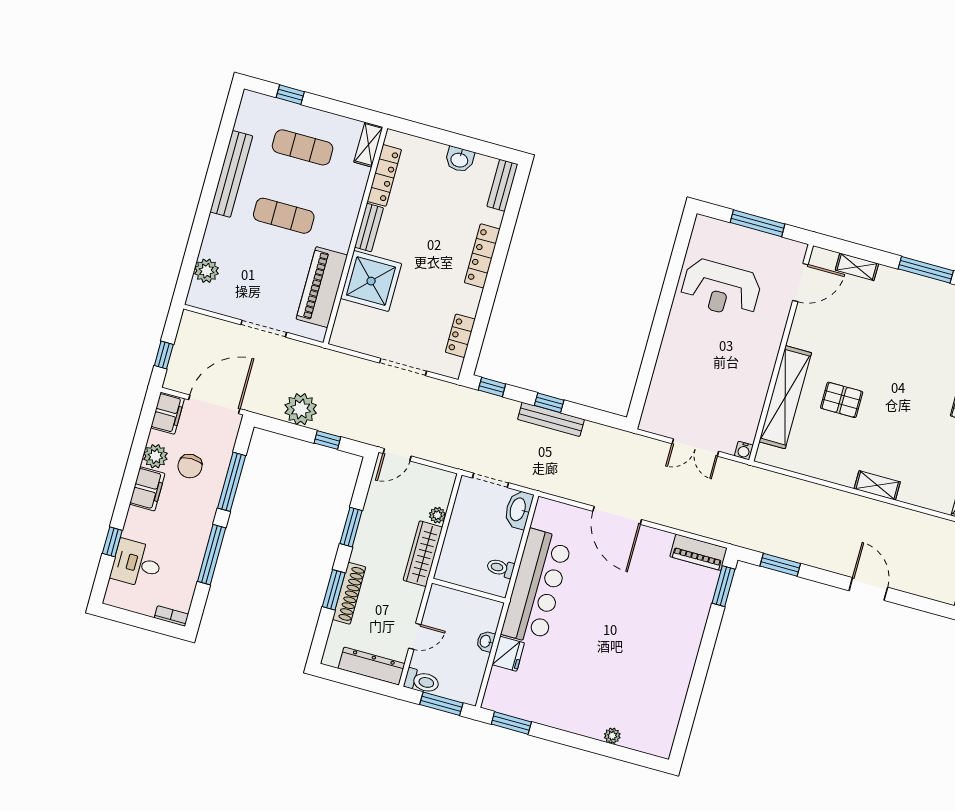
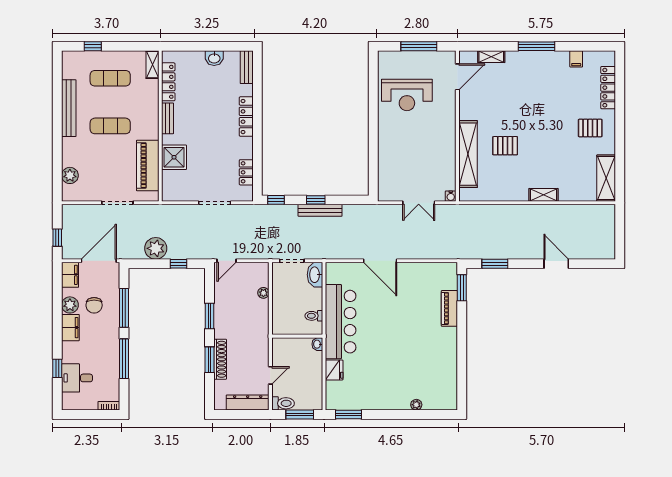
shower: (371, 281) -> (174, 157), width x0.73, depth x0.73
piano: (699, 552) -> (449, 308), moved, turned 90
wardrobe: (423, 554) -> (261, 320), removed
washbasin: (486, 641) -> (317, 344), moved

